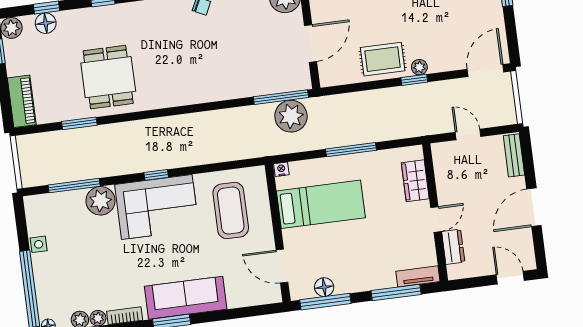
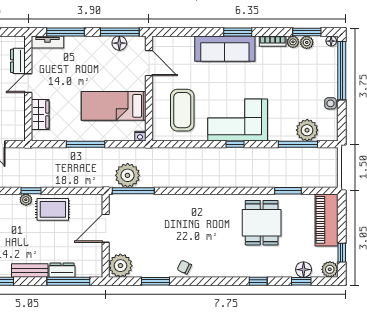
piano: (22, 101) -> (326, 220), width x1.37, depth x1.33
plant: (101, 201) -> (307, 130), moved

